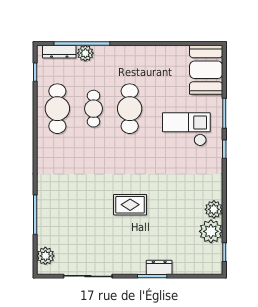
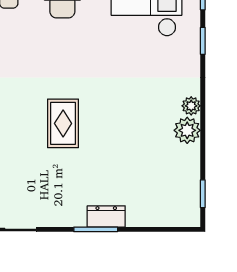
rug: (130, 205) -> (63, 123), turned 90
plant: (211, 231) -> (191, 106), moved, width x0.53, depth x0.53

